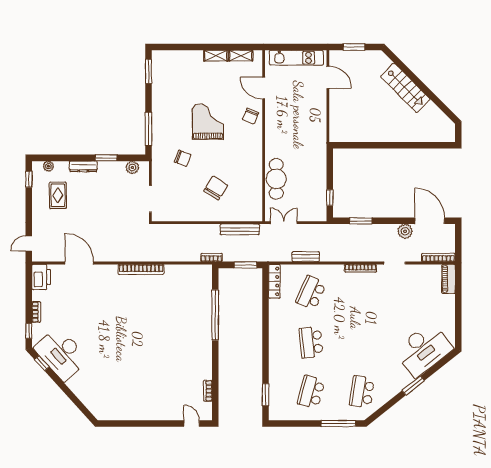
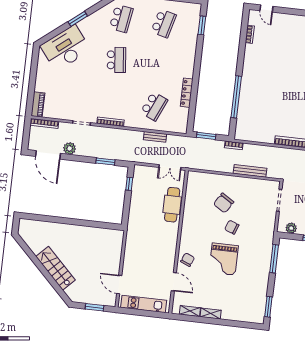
chair: (183, 158) -> (232, 227), moved
bench: (240, 229) -> (250, 171), moved
locker: (274, 281) -> (187, 93), moved
school desk: (311, 342) -> (116, 60), moved

